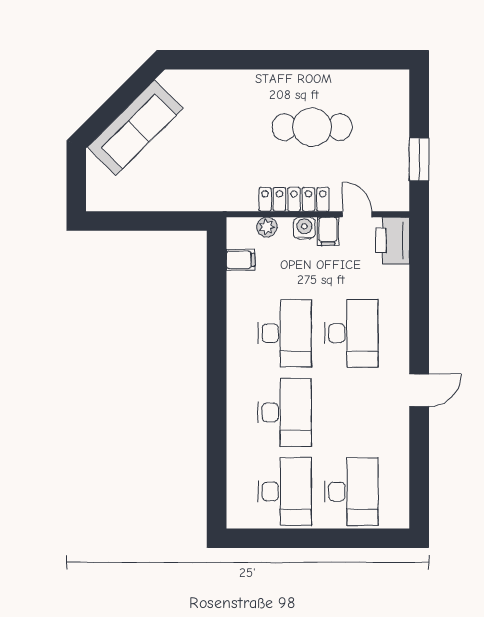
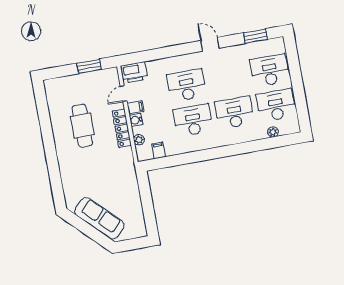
plant: (236, 477) -> (273, 132), added
window: (419, 477) -> (255, 36), added

